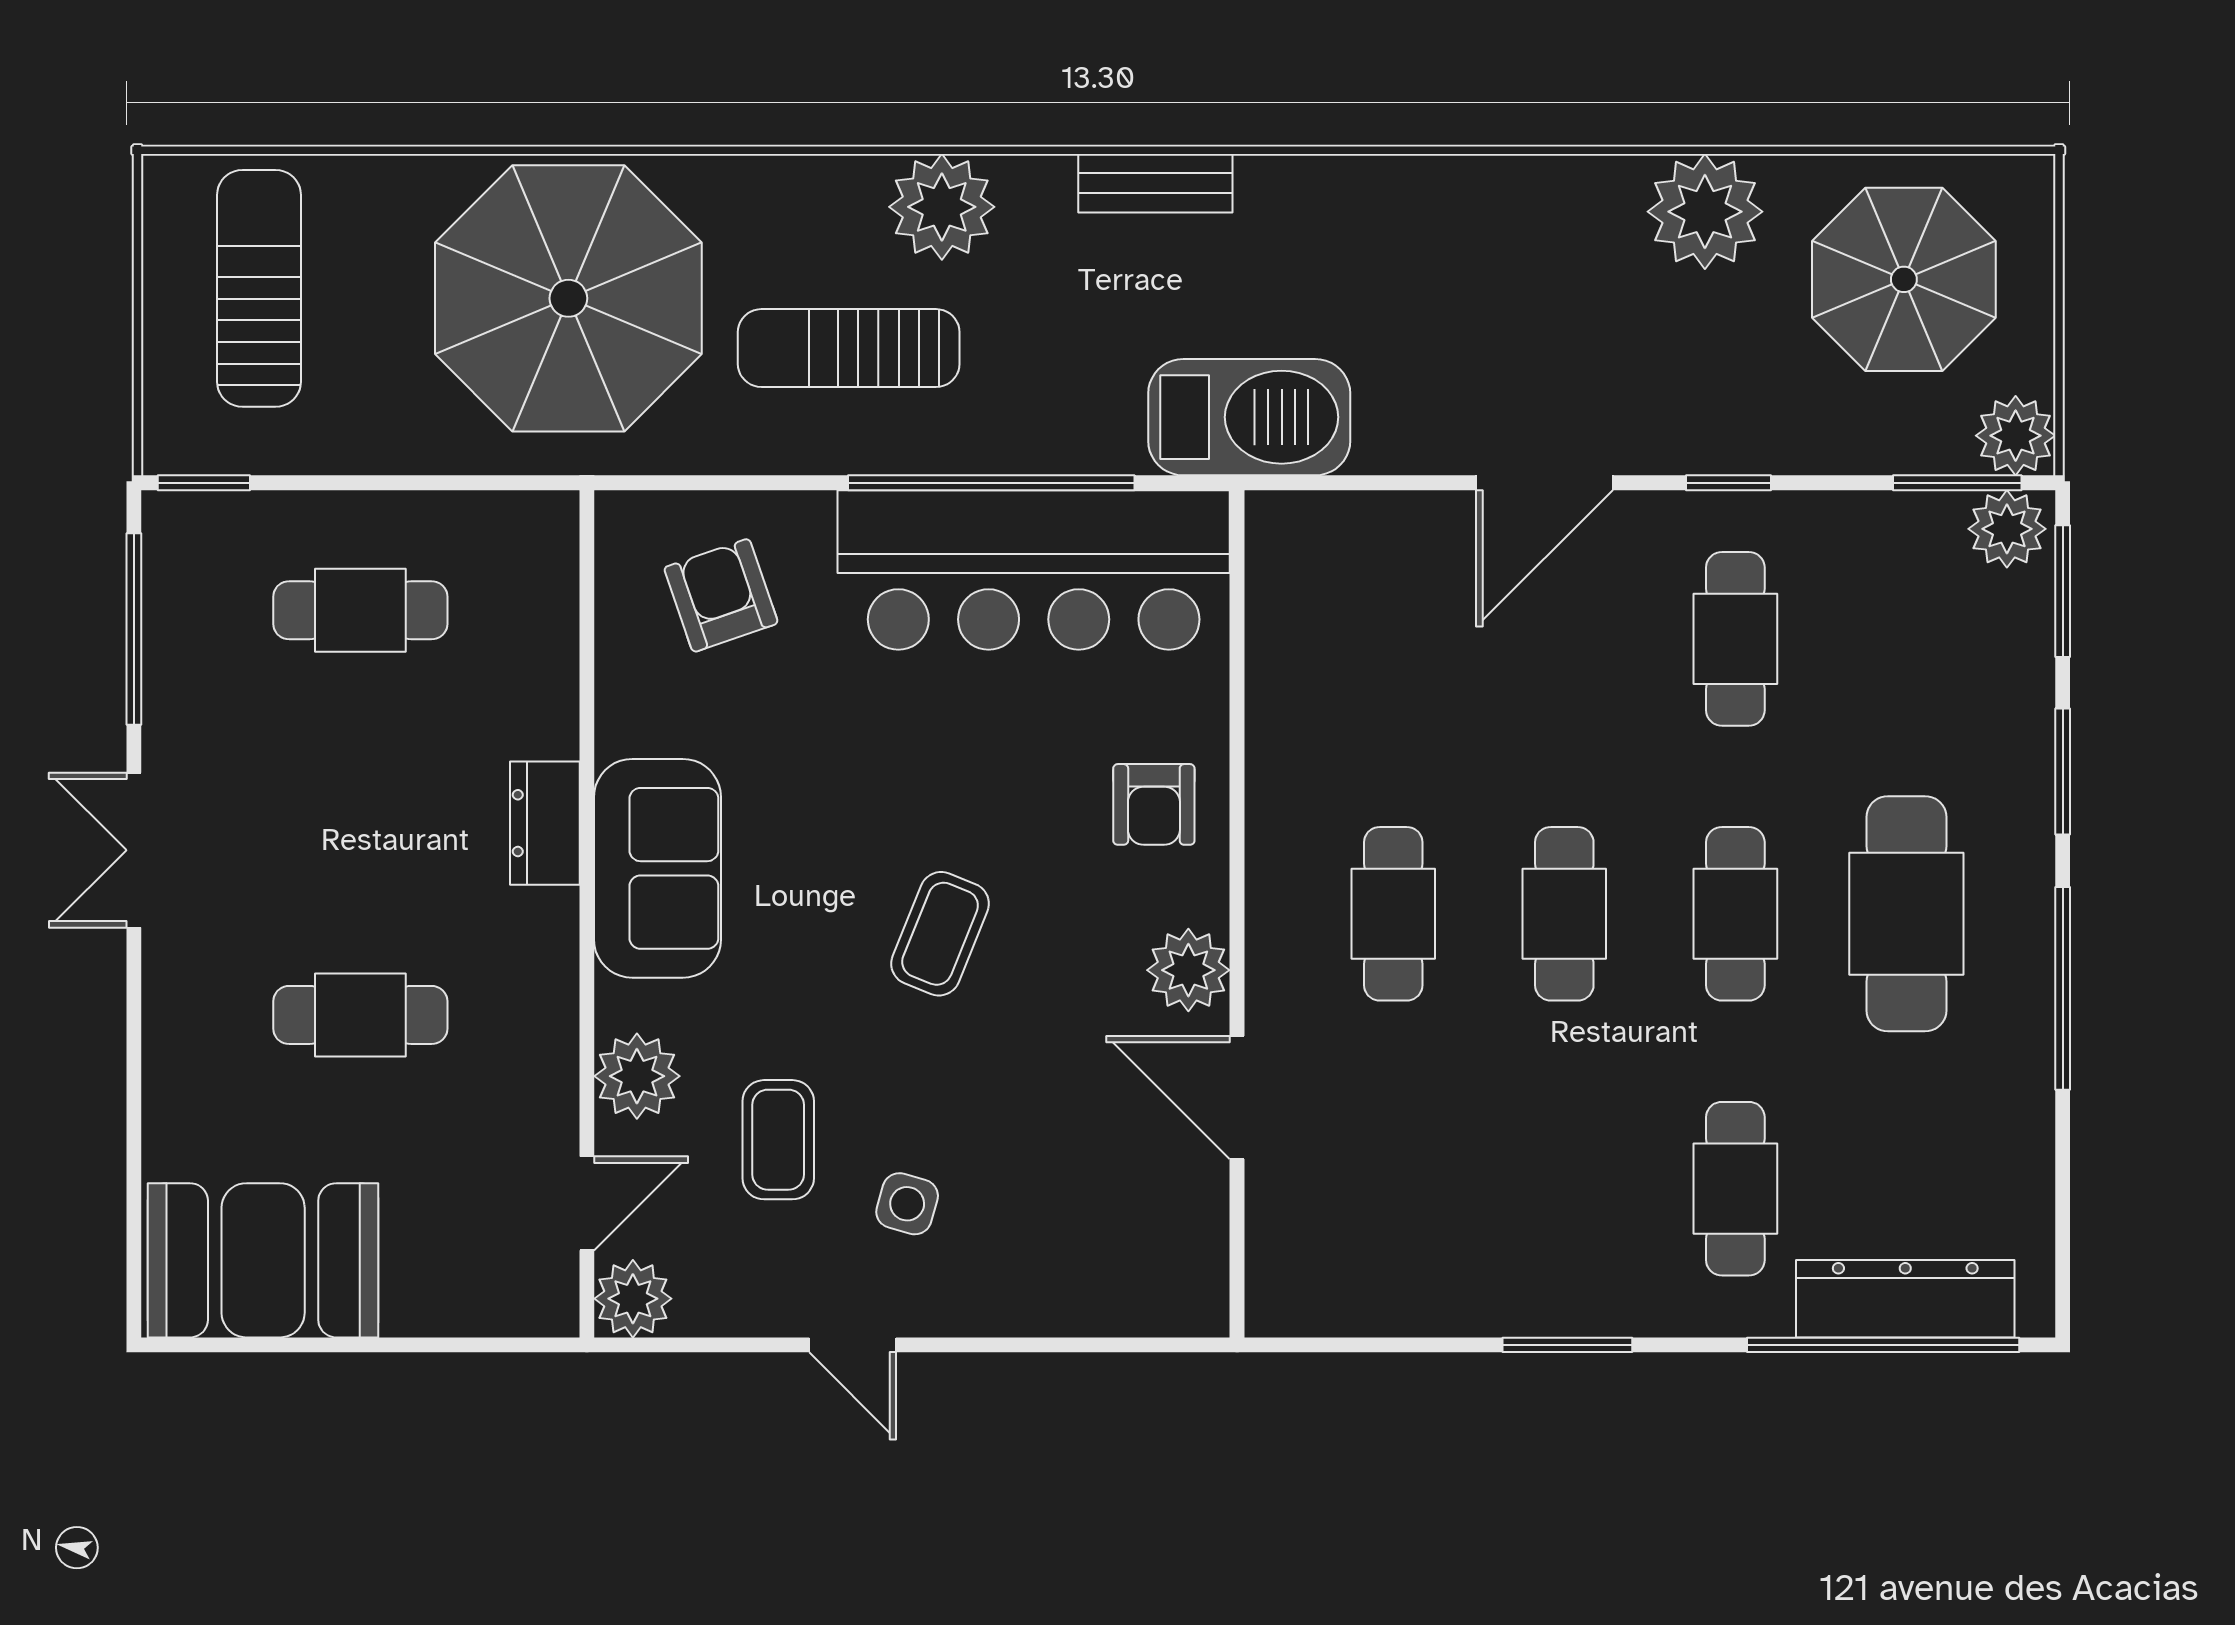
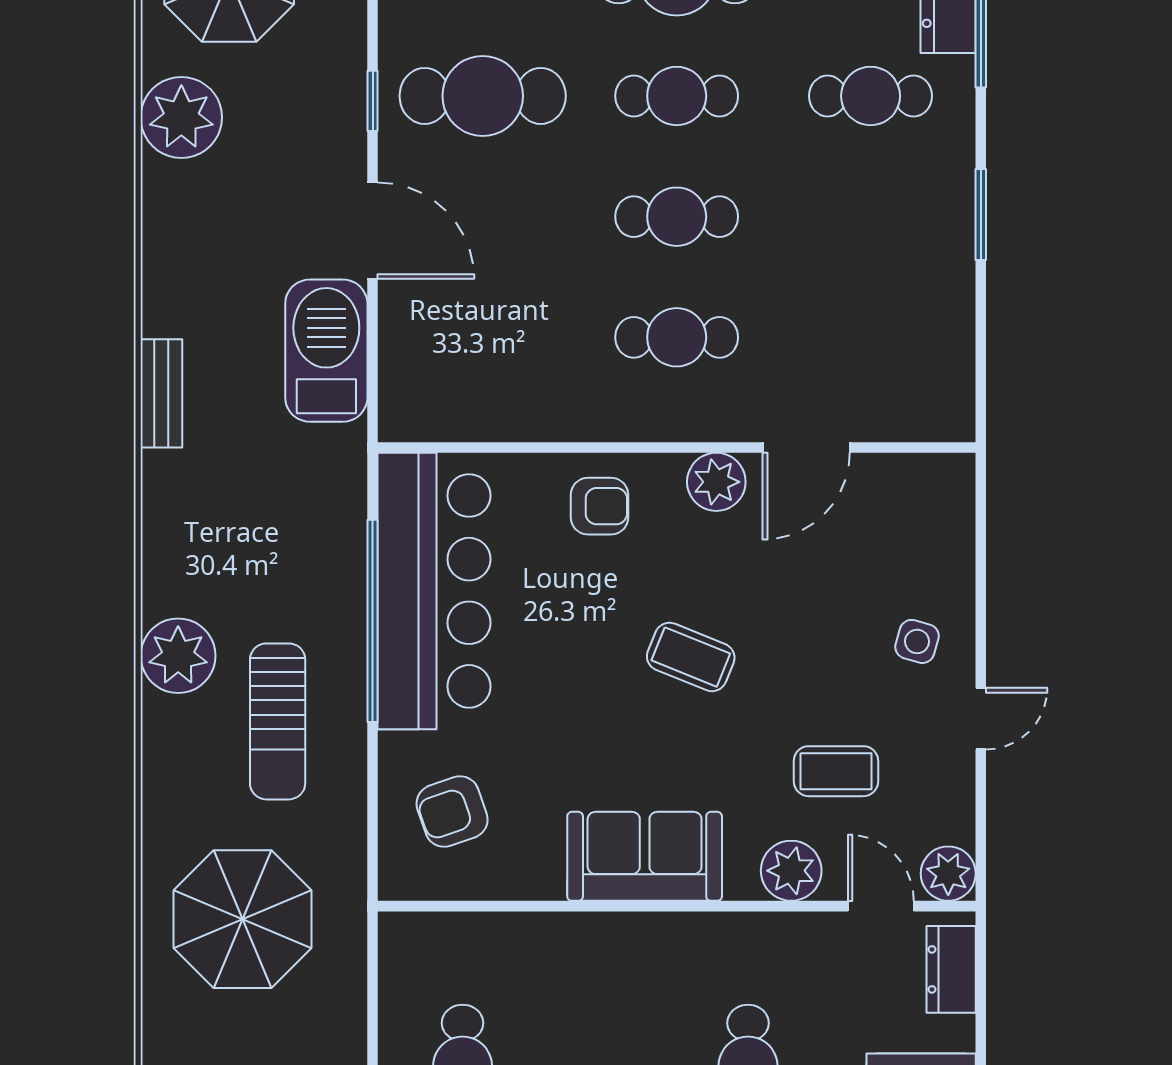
bench: (1155, 183) -> (161, 393), moved
parasol: (568, 298) -> (242, 919), width x0.73, depth x0.73
barbecue: (1249, 417) -> (326, 351), moved
cafe table: (1735, 639) -> (483, 96), width x1.37, depth x1.35
dresser: (545, 823) -> (951, 969), moved, turned 90
side table: (907, 1204) -> (917, 641), moved

